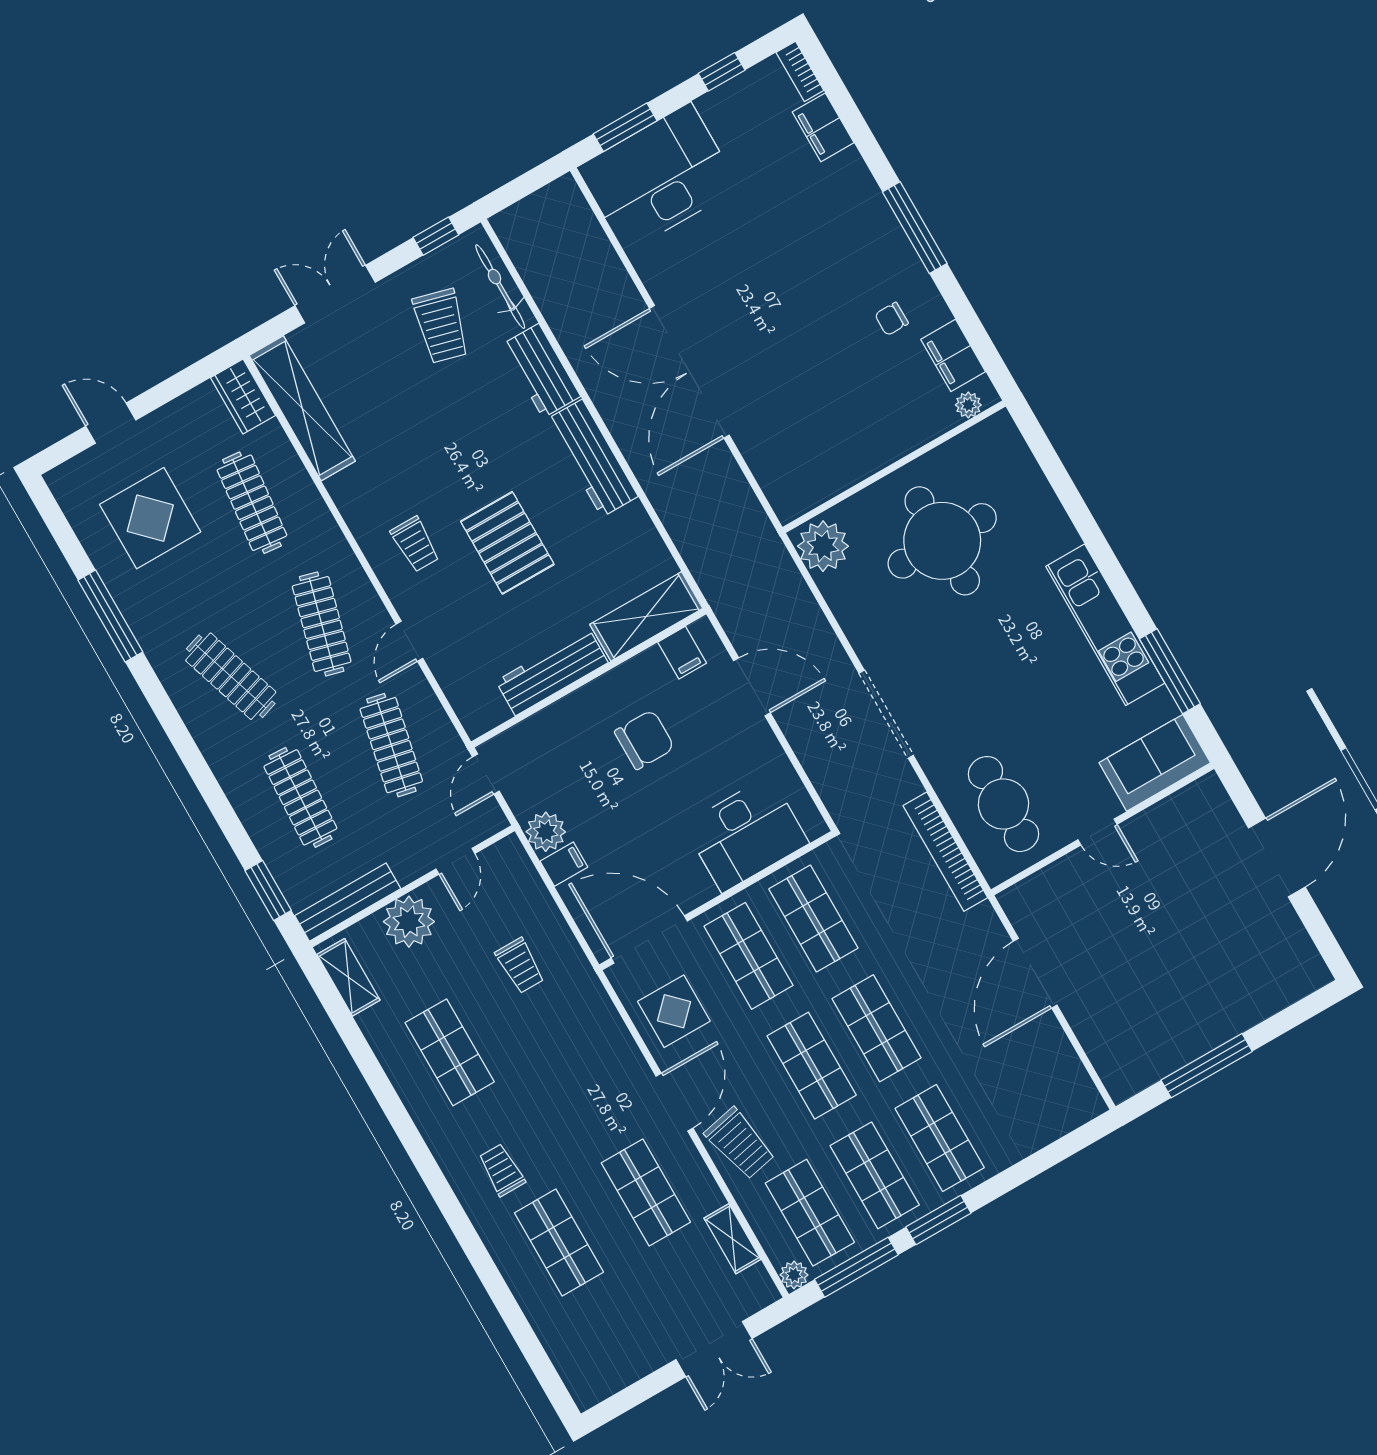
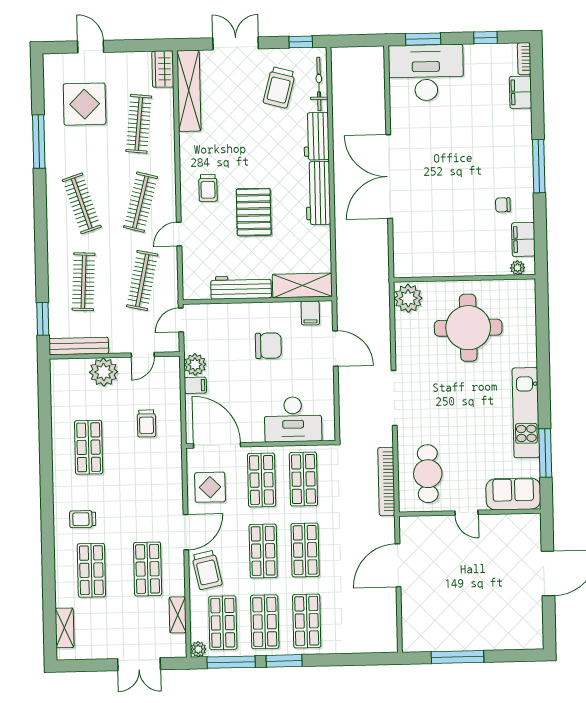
shelving: (348, 977) -> (64, 628), moved
trolley: (502, 1170) -> (83, 519), turned -90

